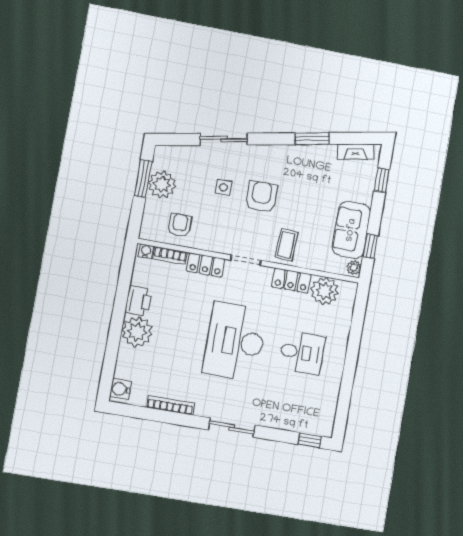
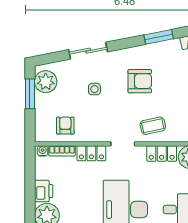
plant: (162, 184) -> (46, 82), moved
armchair: (261, 197) -> (140, 81), moved, turned 90
coffee table: (286, 245) -> (153, 126), turned 75

